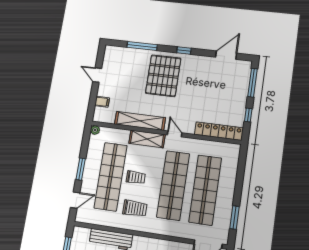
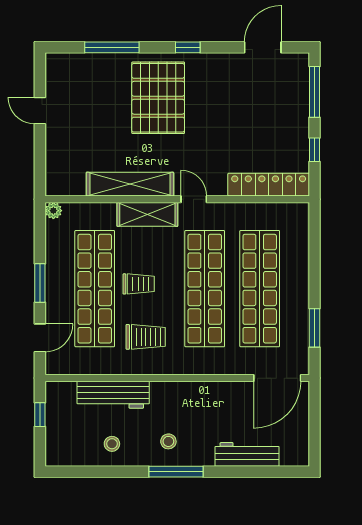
filing cabinet: (102, 102) -> (57, 158), removed

